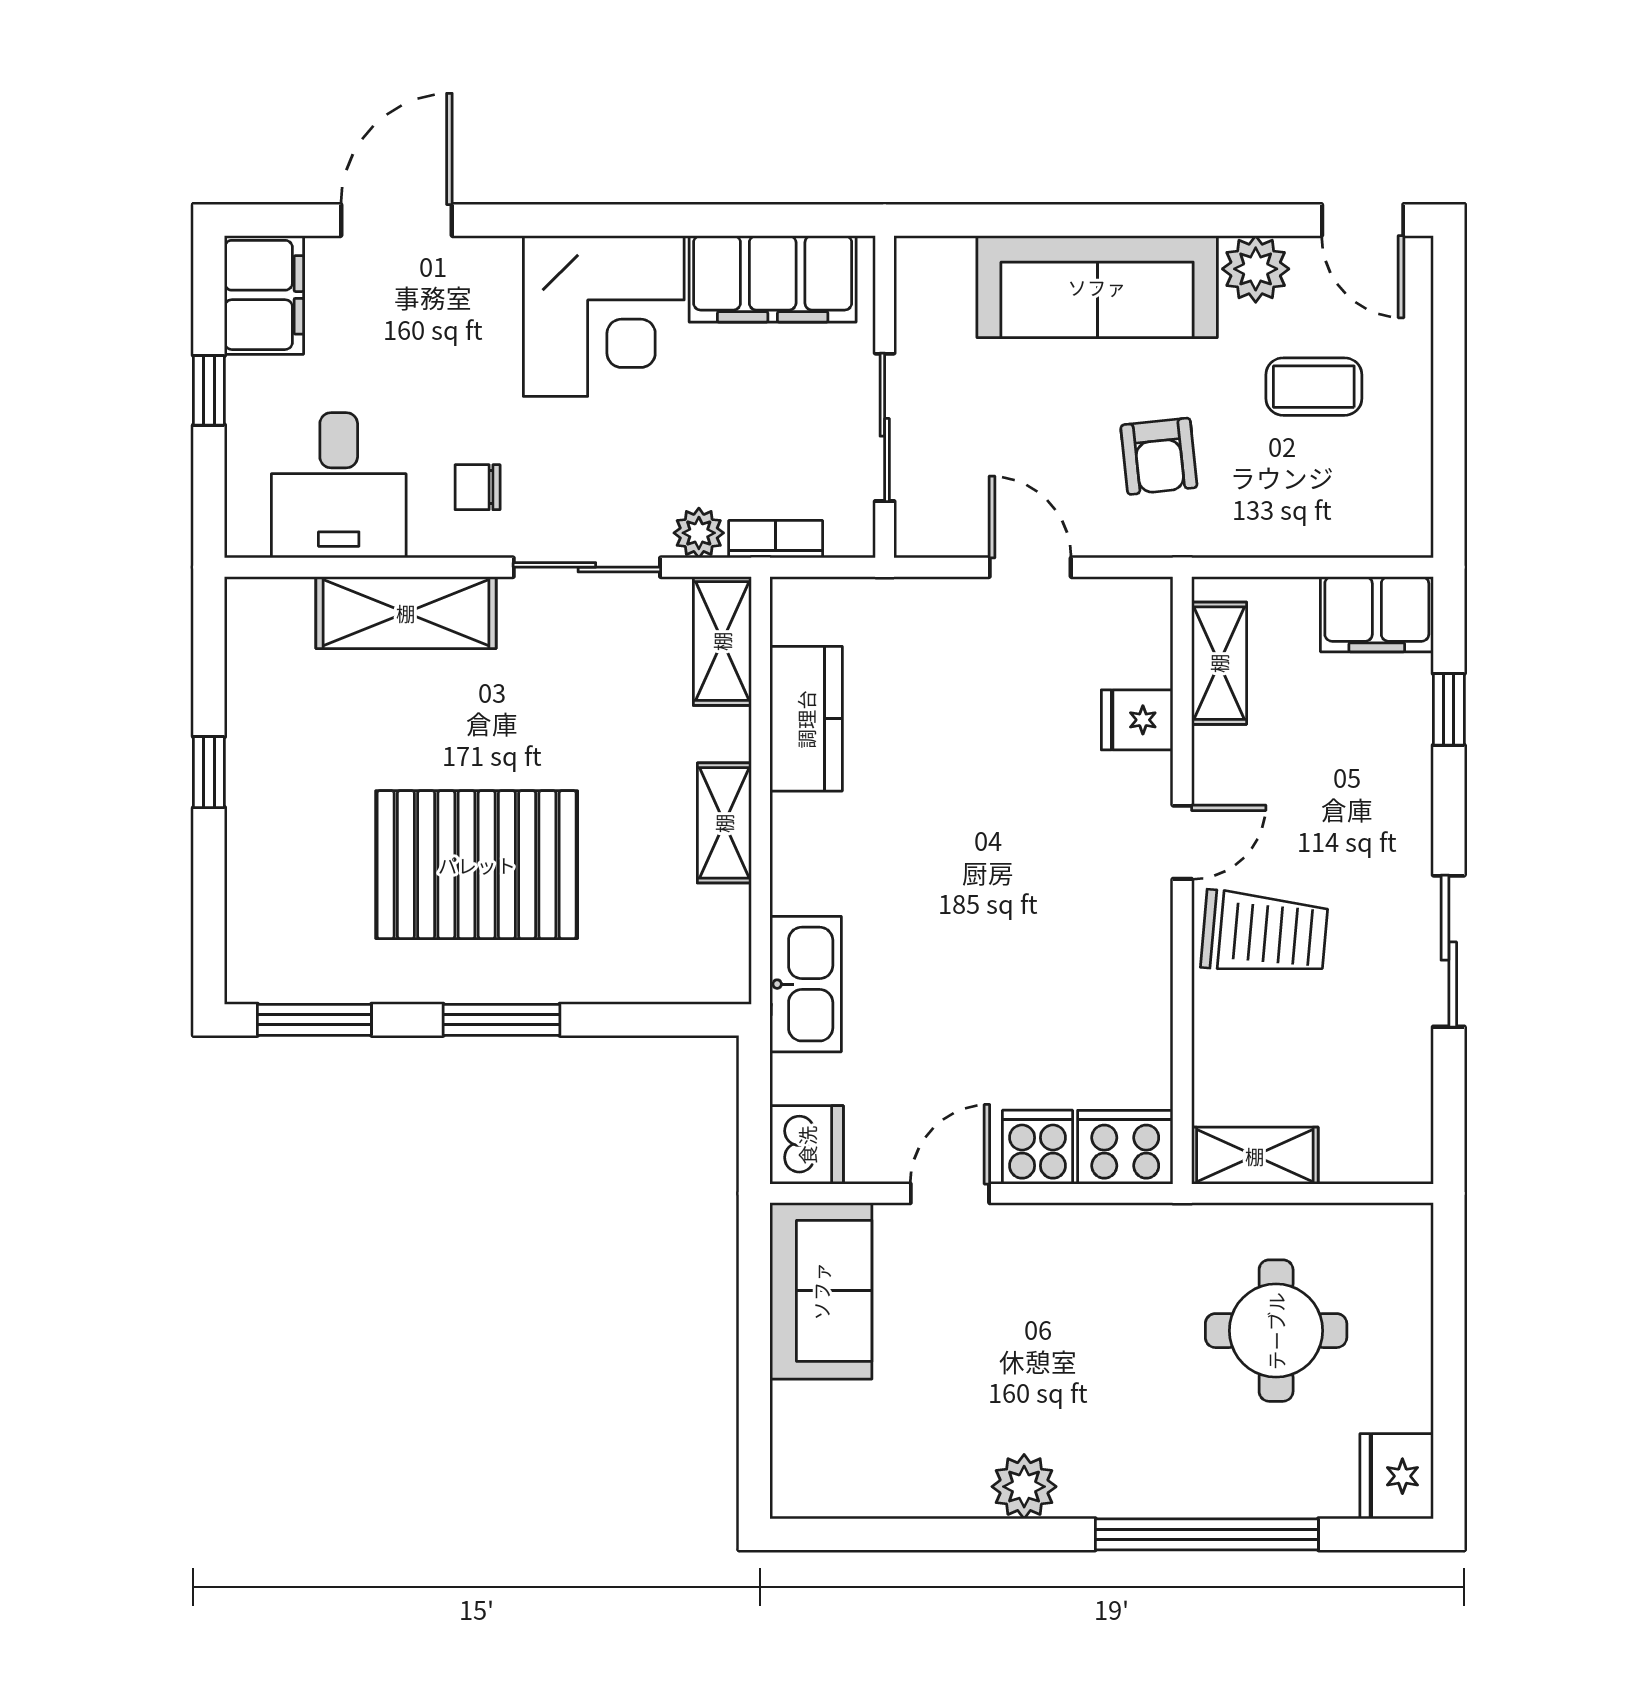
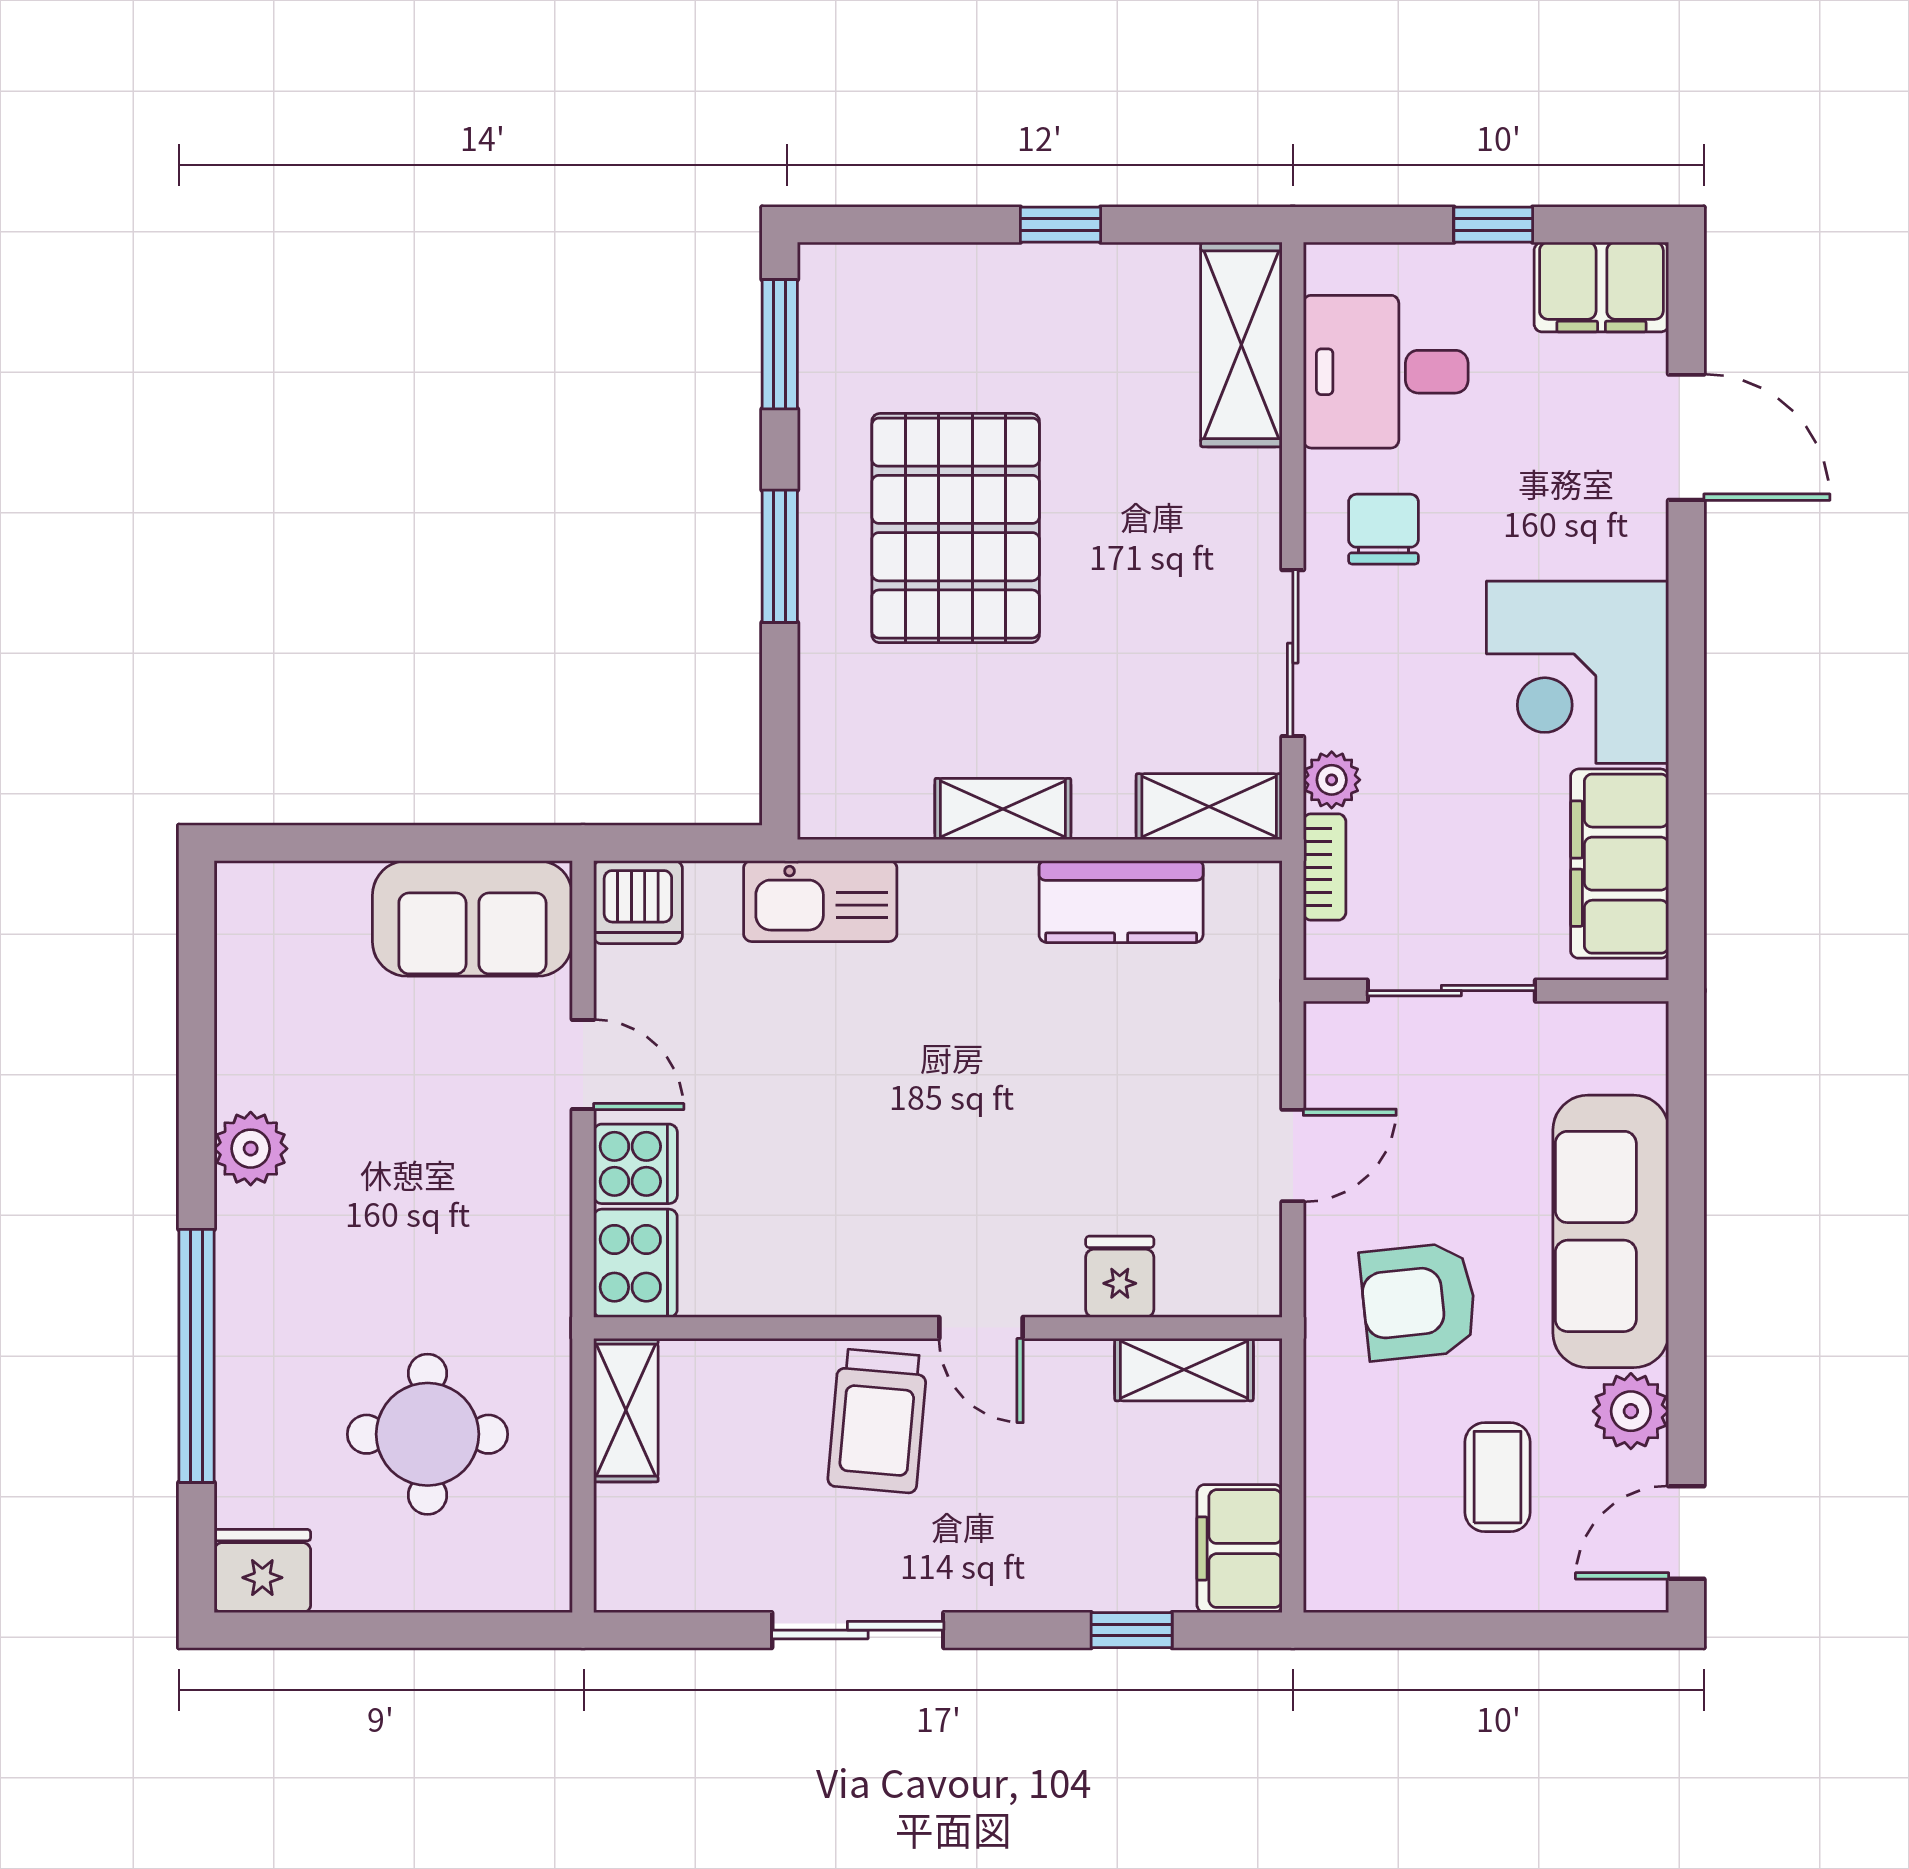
armchair: (1159, 456) -> (1419, 1301), width x1.38, depth x1.38
chair: (478, 487) -> (1383, 529), width x1.37, depth x1.37
shelving: (406, 613) -> (1241, 345), moved

